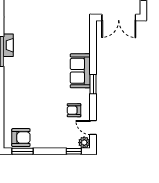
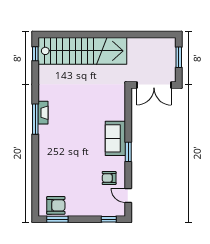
plant: (84, 143) -> (119, 210), removed

